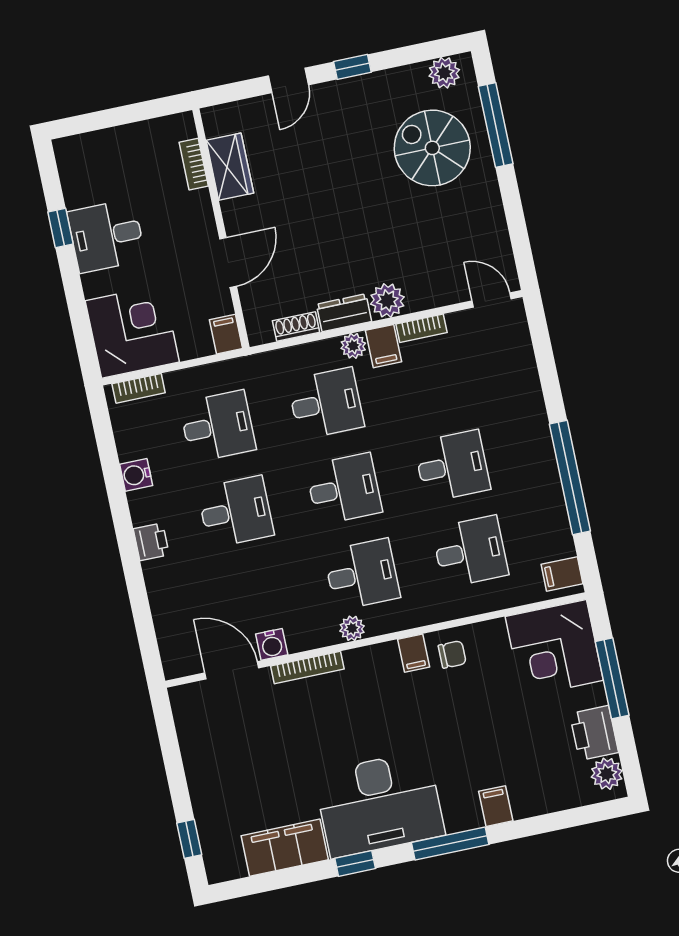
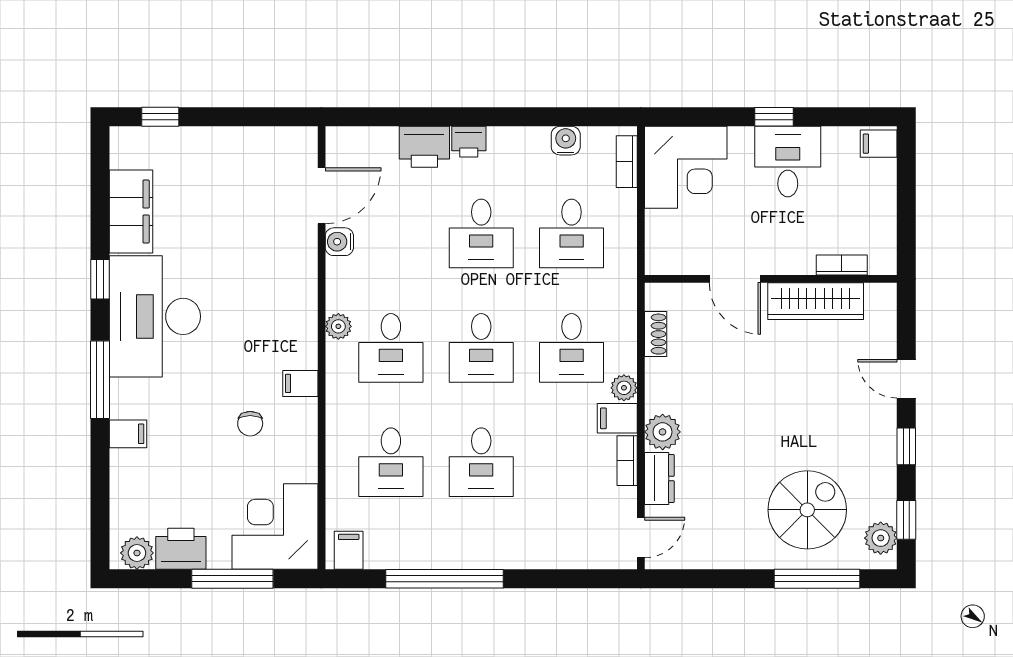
window: (422, 52) -> (906, 520), added
wardrobe: (230, 167) -> (816, 301), width x1.50
window: (61, 228) -> (774, 117), moved
dresser: (344, 313) -> (659, 478), moved
filing cabinet: (226, 334) -> (879, 144), moved, turned 180
water cooler: (136, 475) -> (566, 141), moved
printer: (165, 583) -> (424, 147), added
chair: (452, 654) -> (250, 424), moved
bookcase: (307, 667) -> (308, 273), removed

